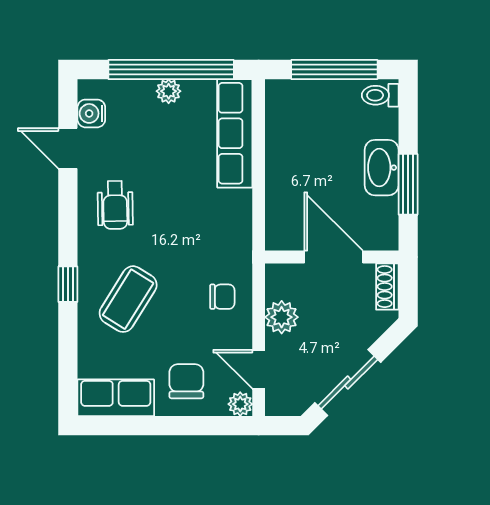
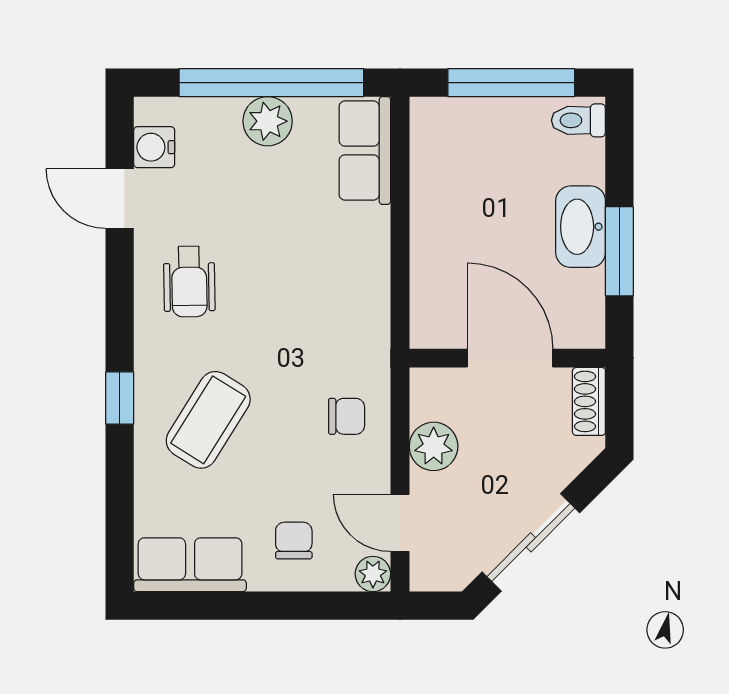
plant: (169, 91) -> (268, 121), width x1.38, depth x1.38
row of seats: (235, 133) -> (365, 151), width x0.68
chair: (186, 381) -> (294, 541), width x0.73, depth x0.73

